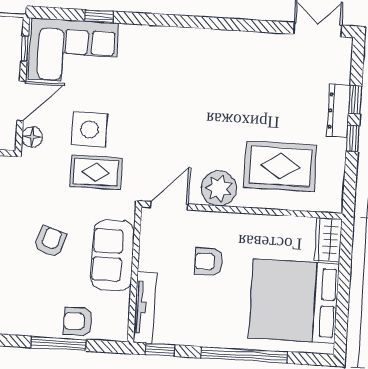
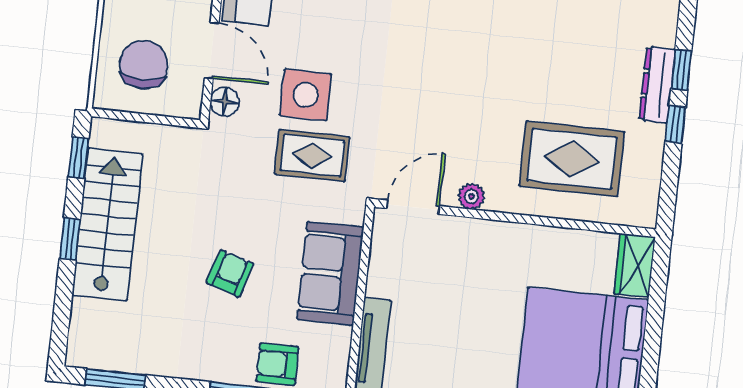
door: (21, 101) -> (212, 50), hinge flipped
plant: (219, 188) -> (471, 196), width x0.53, depth x0.53
armchair: (50, 242) -> (230, 273), moved
armchair: (209, 262) -> (465, 288), removed

